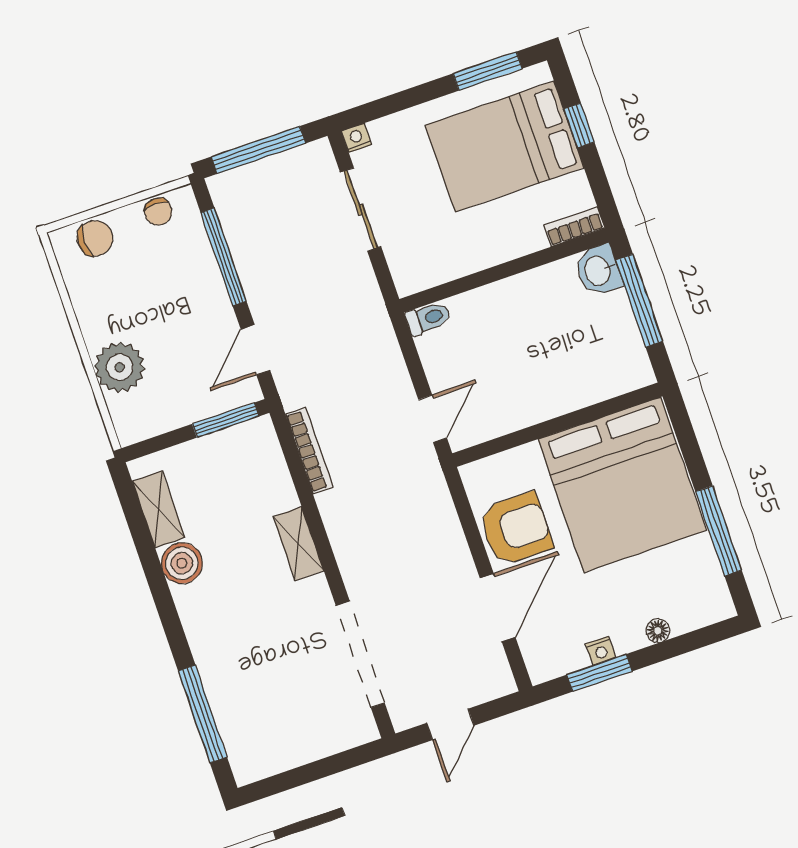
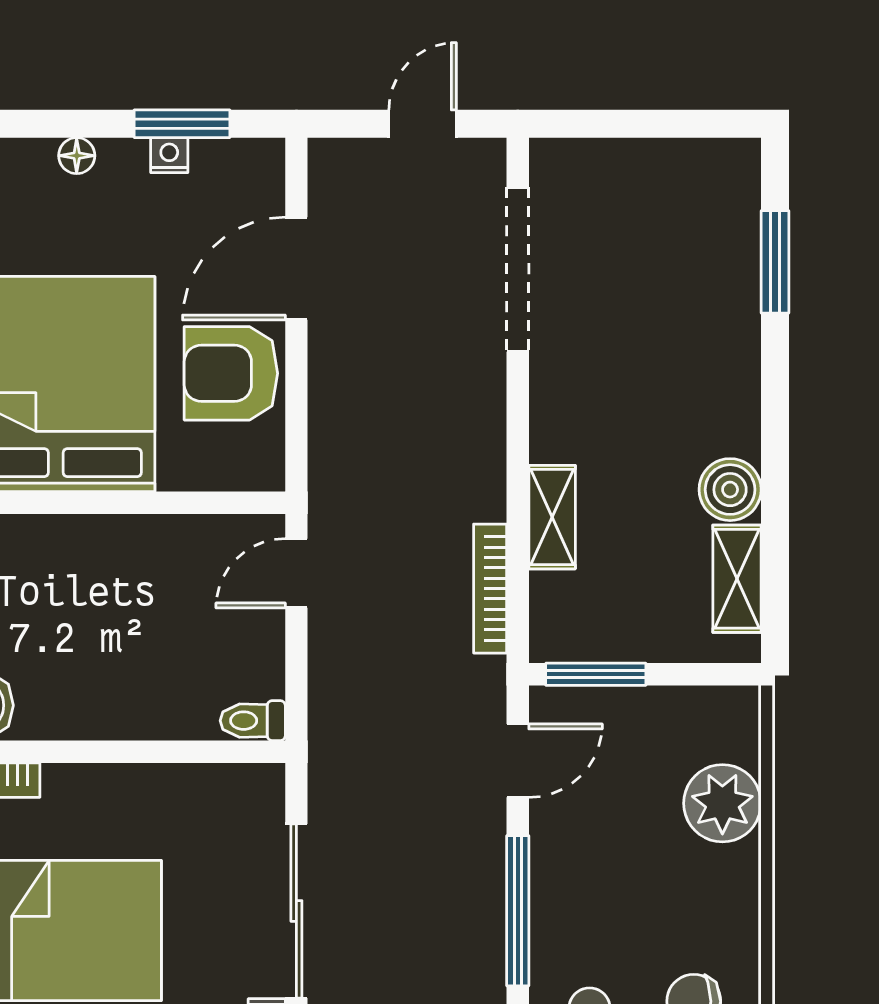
sliding door: (361, 210) -> (296, 911), width x1.37
shelving: (298, 544) -> (552, 517), moved
window: (203, 714) -> (775, 262), width x0.69

